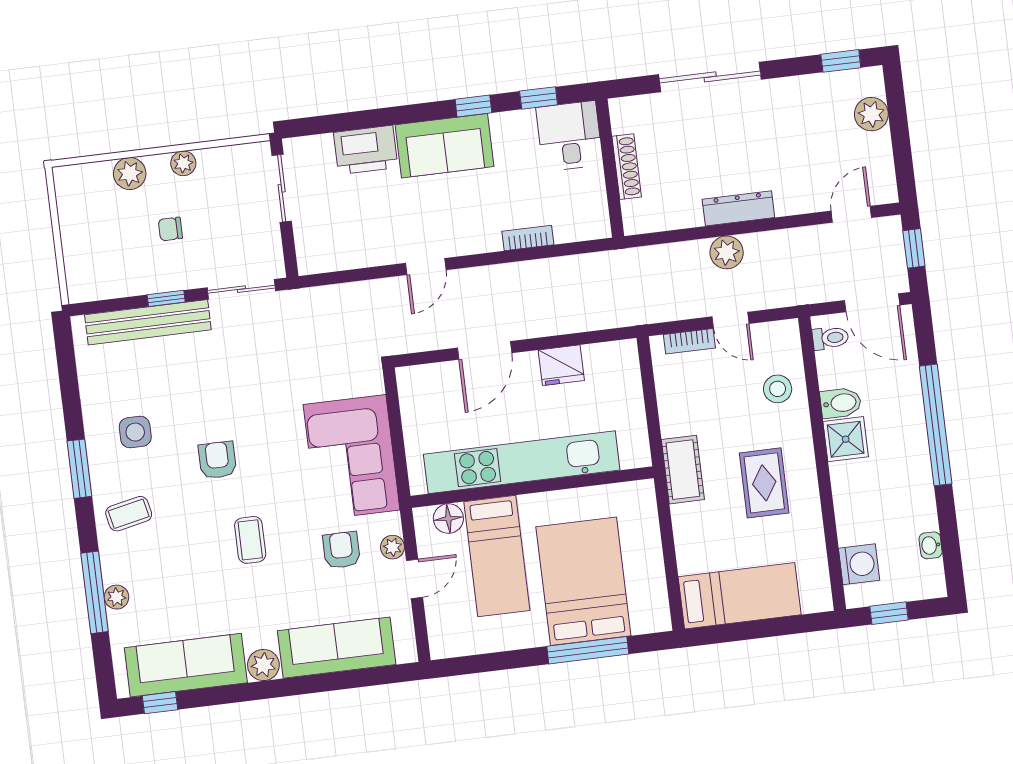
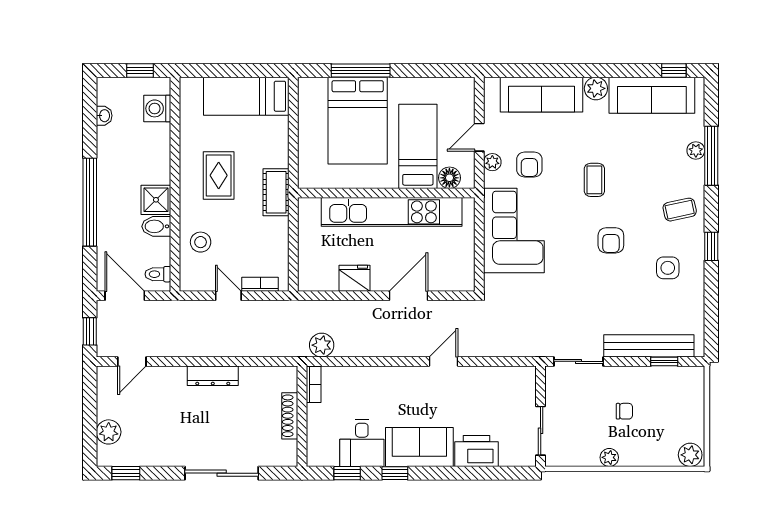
desk: (569, 136) -> (362, 443), moved
plant: (130, 174) -> (690, 455), moved
bookcase: (528, 238) -> (314, 385), moved, turned -90
plant: (727, 252) -> (322, 345), moved
window: (166, 298) -> (664, 361), moved
window: (79, 469) -> (711, 246), width x0.67

